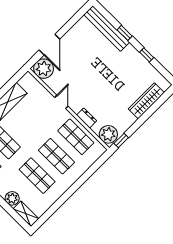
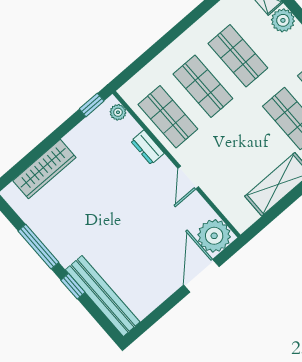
window: (147, 55) -> (38, 247), width x2.17
plant: (108, 134) -> (118, 112), width x0.53, depth x0.53

